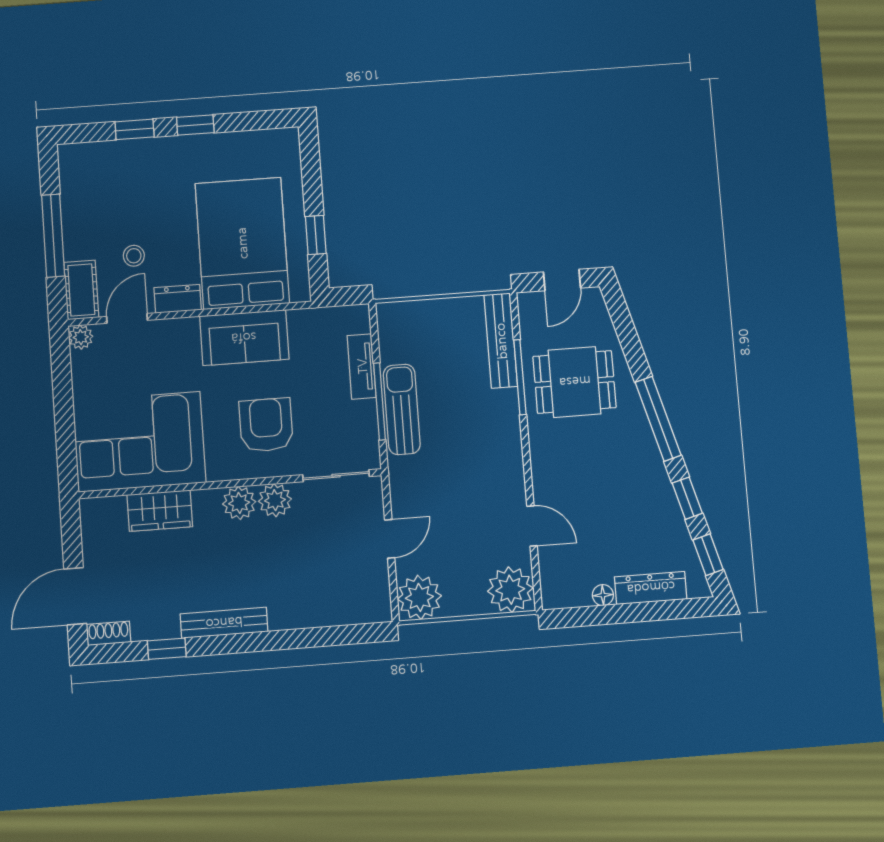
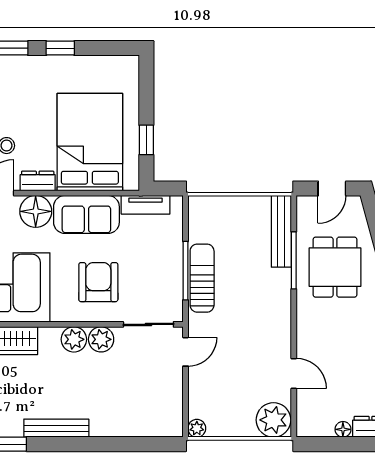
floor lamp: (178, 339) -> (36, 211), added
tv unit: (362, 366) -> (146, 205), moved, turned -90
dining table: (575, 382) -> (335, 267), turned 90
door: (390, 539) -> (186, 352), moved
plant: (419, 597) -> (197, 428), width x0.53, depth x0.53

